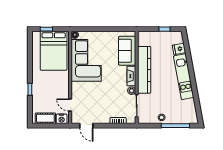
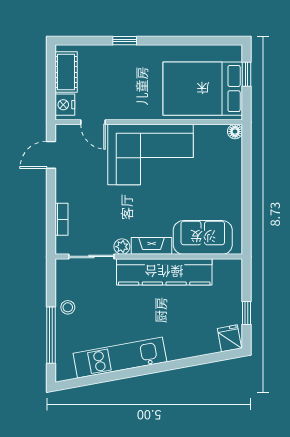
fridge: (179, 49) -> (229, 338), moved
corner sofa: (86, 60) -> (151, 154), moved
kitchen unit: (184, 77) -> (120, 358), moved
door: (70, 105) -> (93, 122), swing flipped

